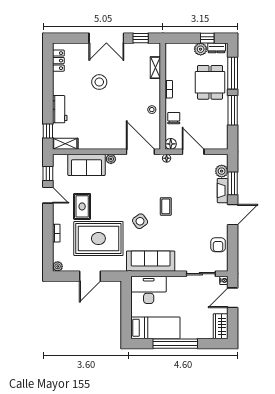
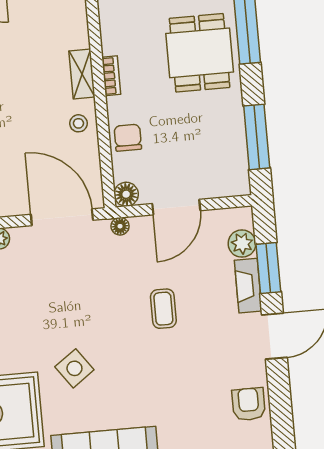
shelving: (155, 68) -> (82, 74), moved
window: (233, 110) -> (257, 137), moved
door: (193, 152) -> (176, 207), swing flipped
coffee table: (166, 206) -> (163, 309), moved
armchair: (218, 245) -> (249, 404), turned 180

